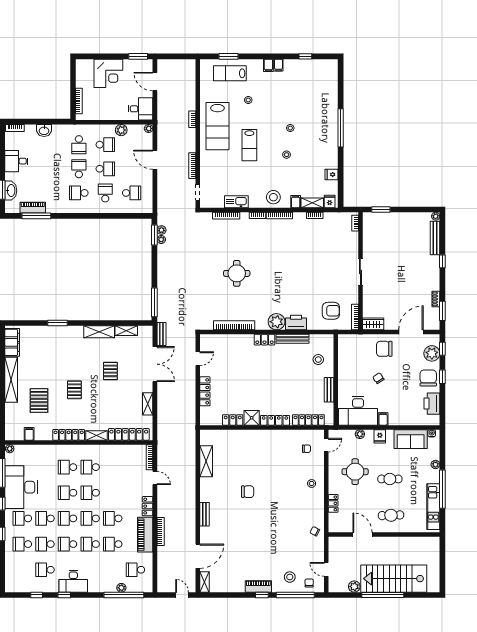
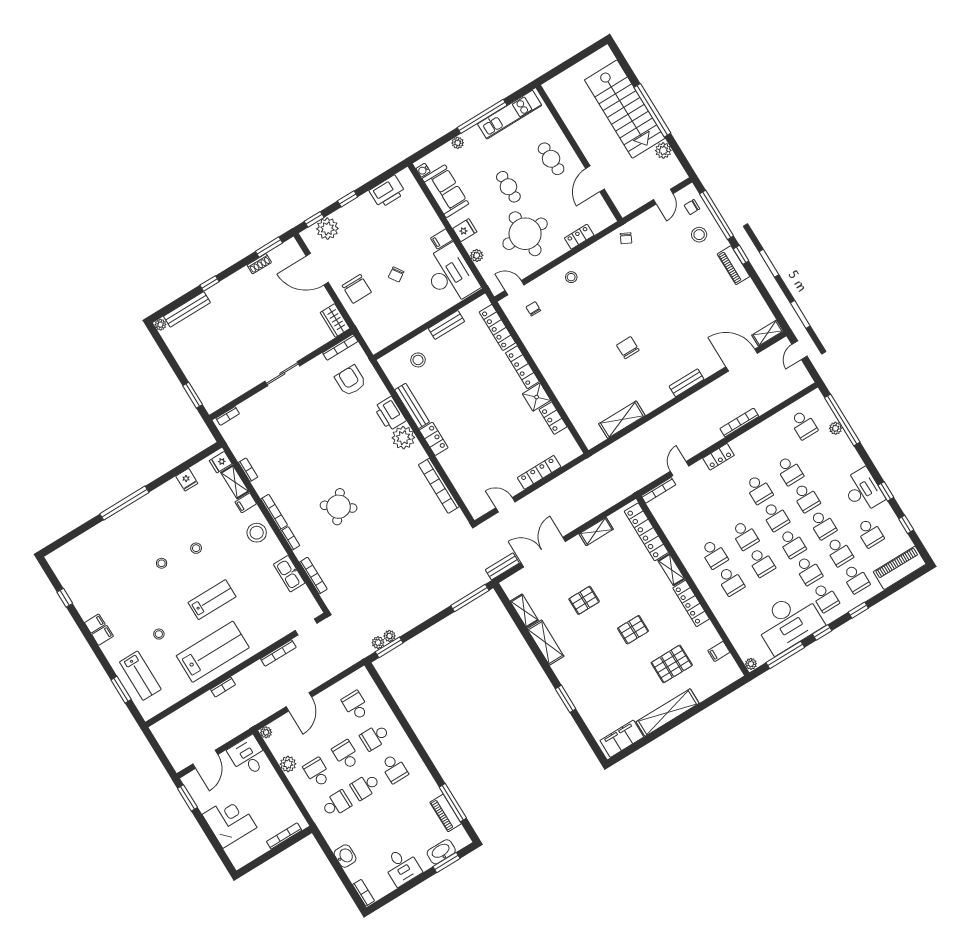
round table: (237, 273) -> (339, 507), moved, turned 37
chair: (428, 378) -> (359, 215), removed
round table: (355, 472) -> (525, 234), width x1.36, depth x1.36
piano: (145, 535) -> (900, 568), moved, turned 180

